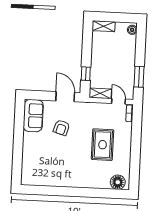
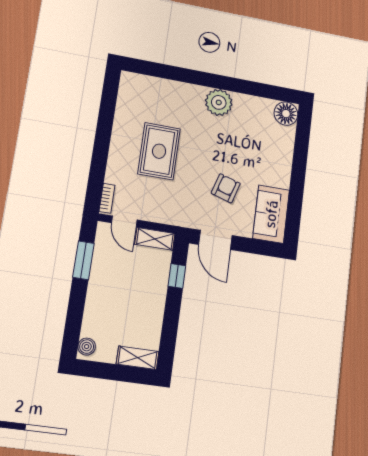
plant: (70, 179) -> (219, 102), added
floor lamp: (118, 182) -> (286, 114), moved

